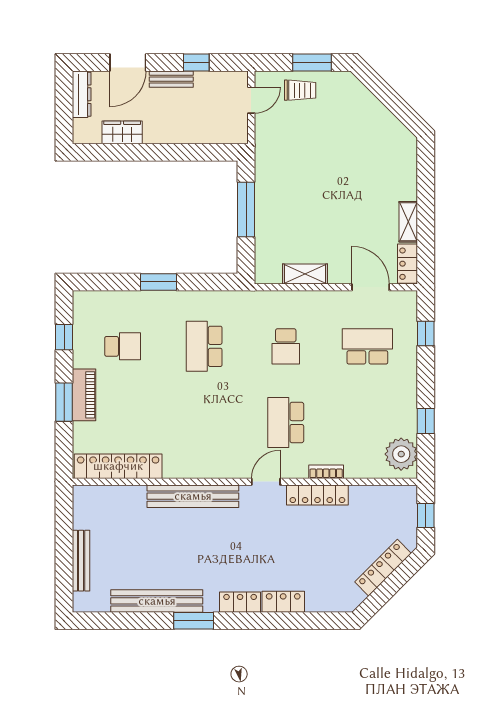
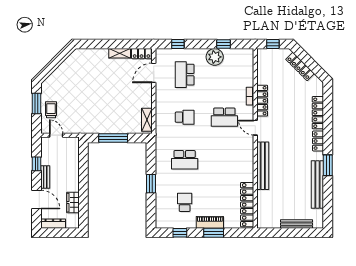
shelving: (305, 274) -> (147, 120), moved
plant: (401, 454) -> (215, 57), moved
locker: (283, 602) -> (318, 113), width x1.53

